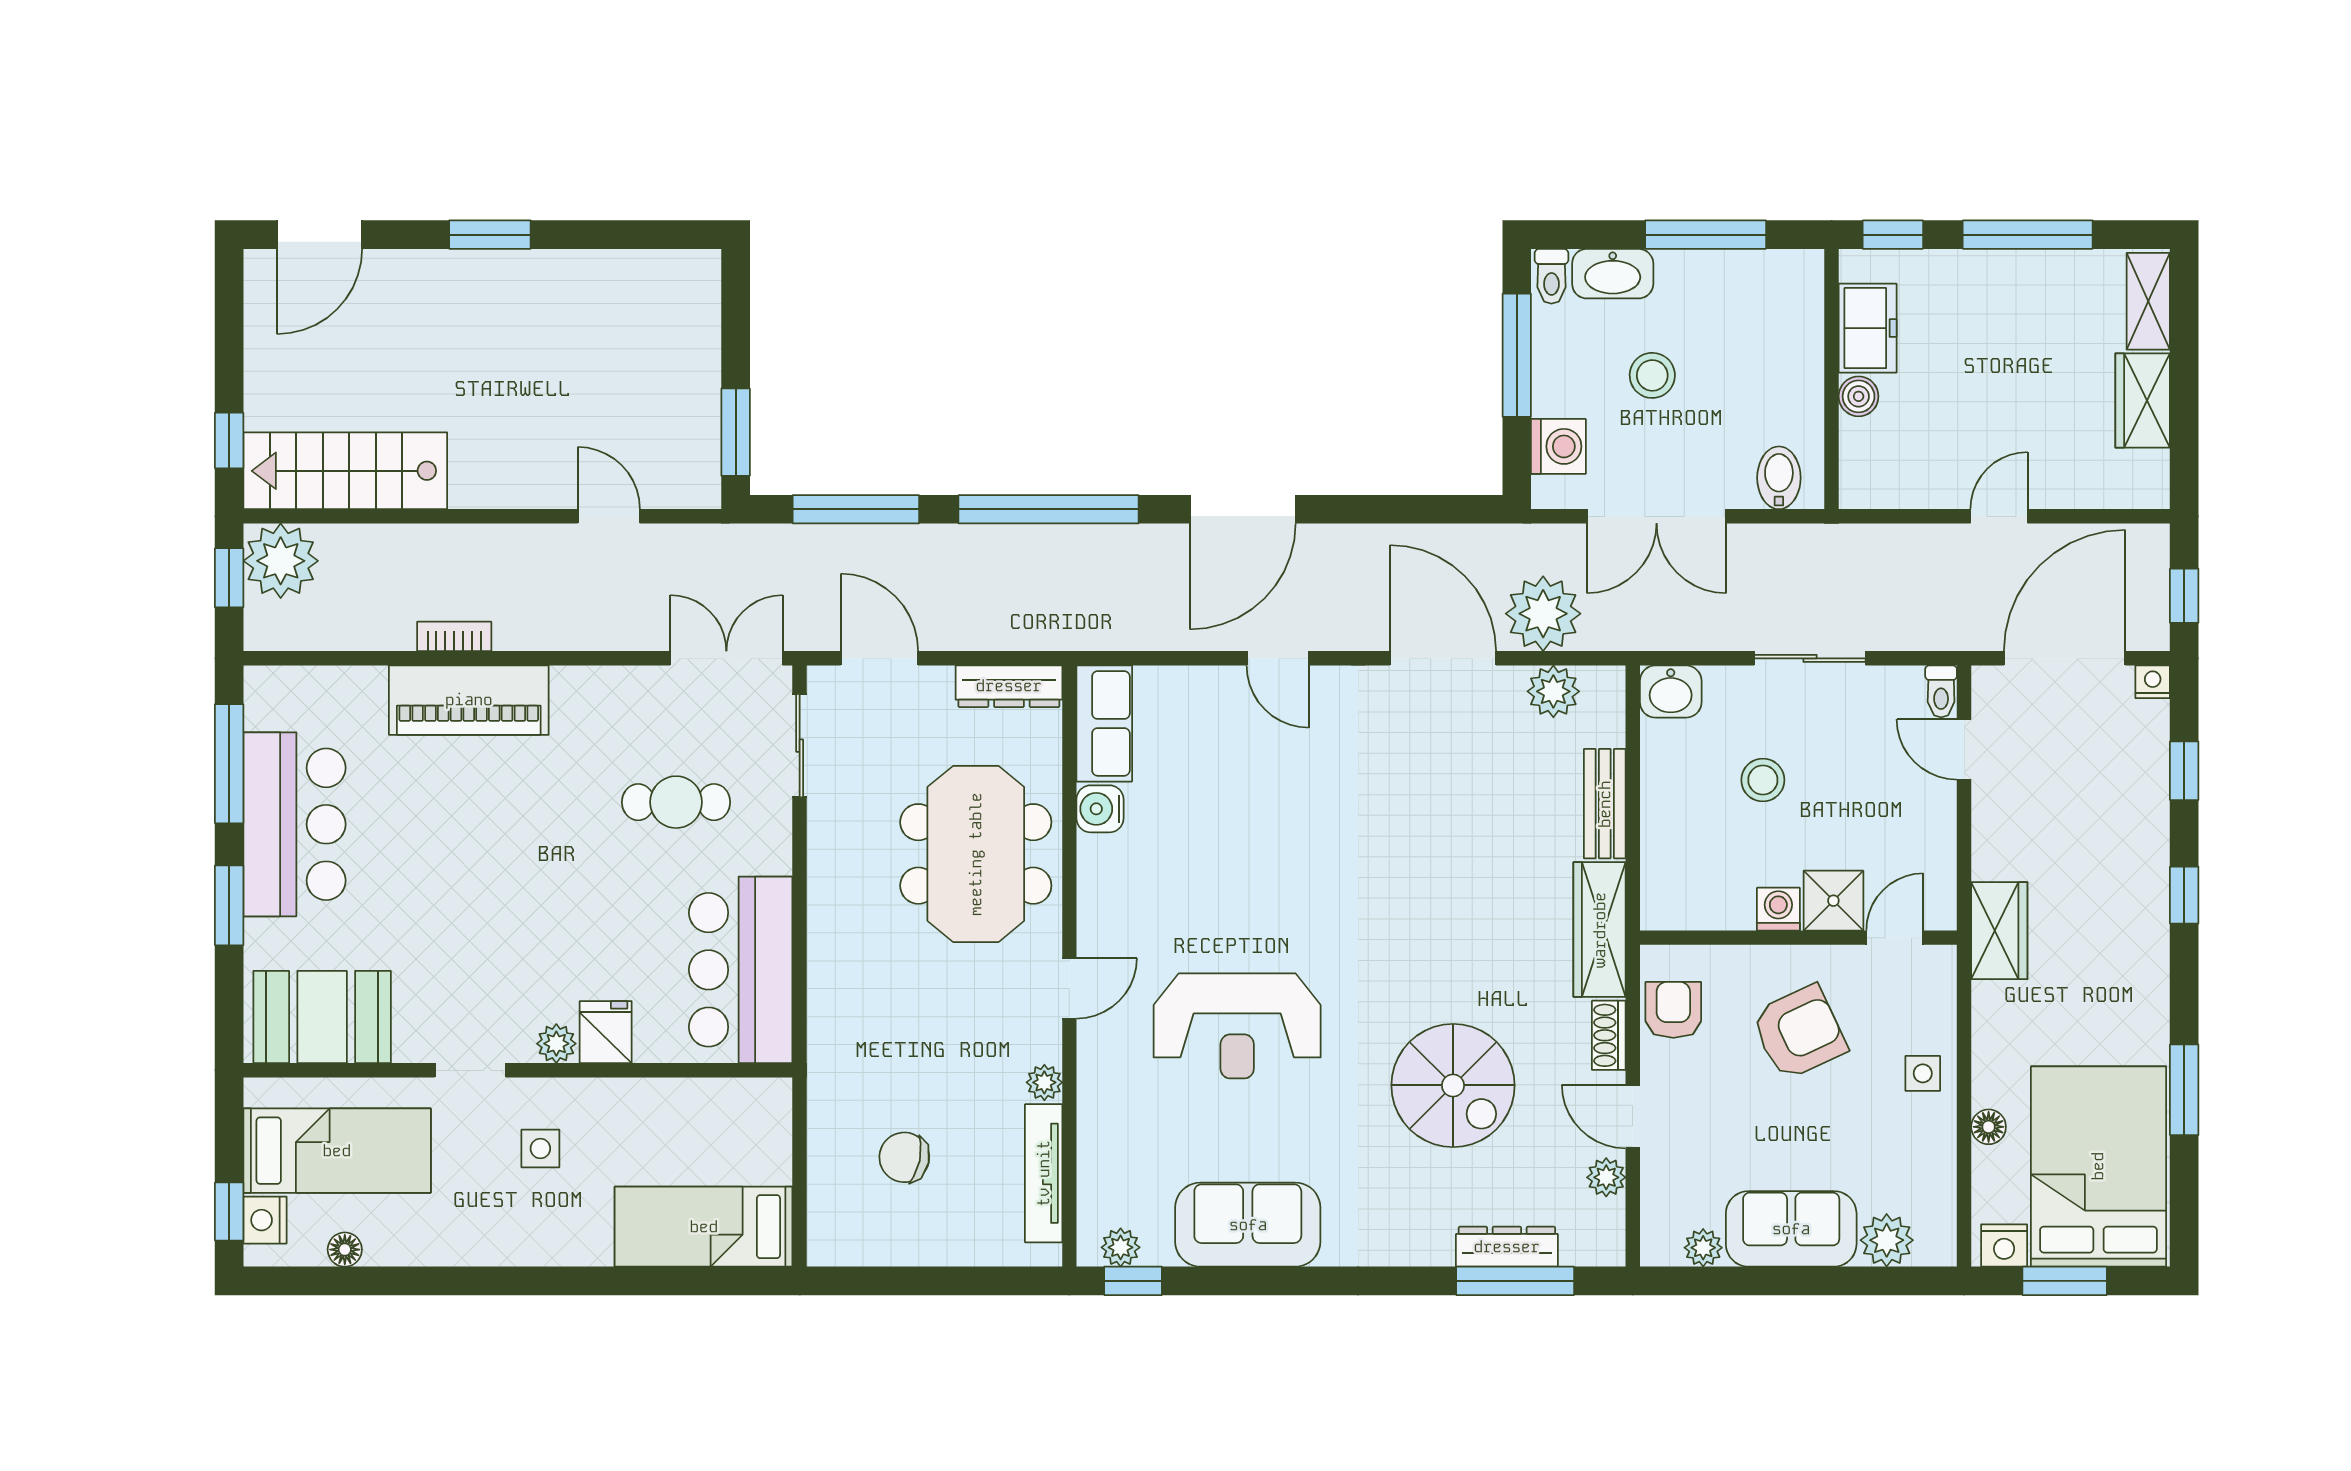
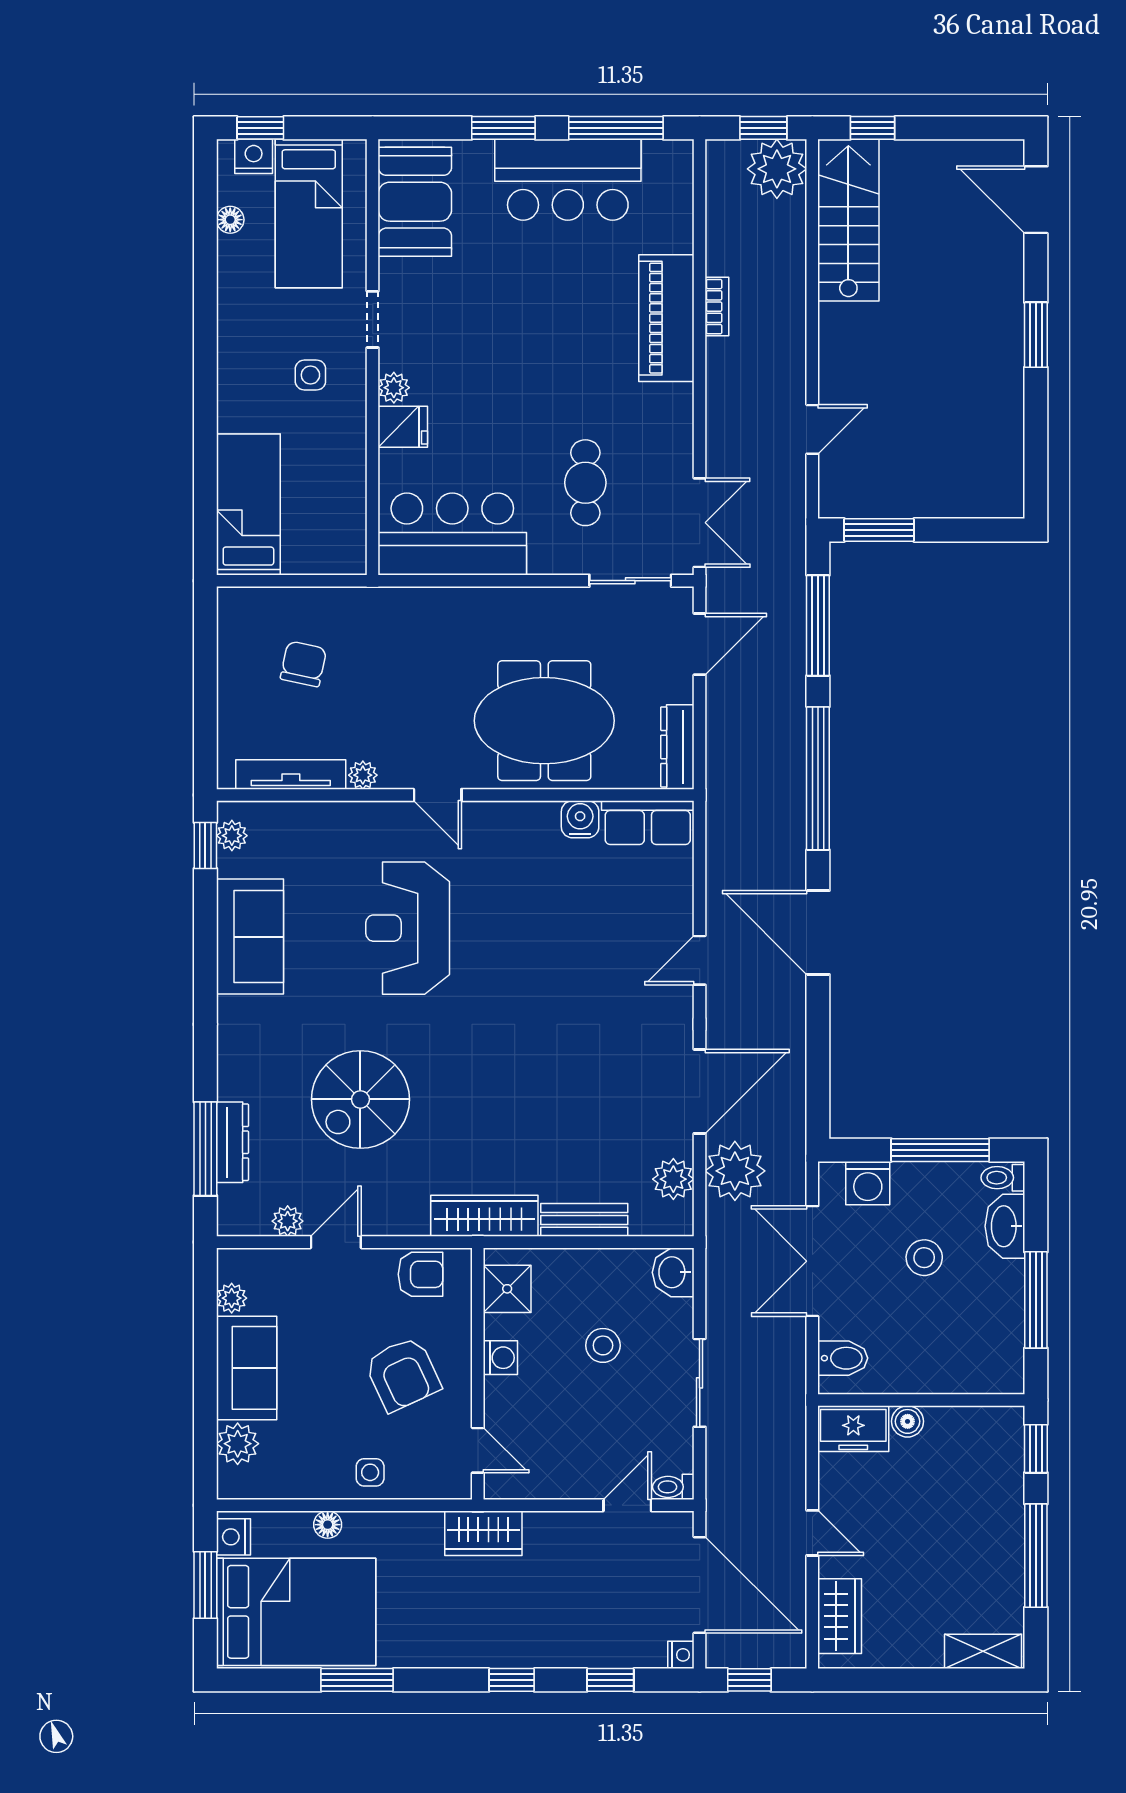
freezer: (1868, 328) -> (853, 1429), moved
wardrobe: (2143, 400) -> (840, 1616), moved, turned 90
shower: (1833, 901) -> (507, 1289), moved
shoe rack: (1609, 1035) -> (400, 1223), removed

